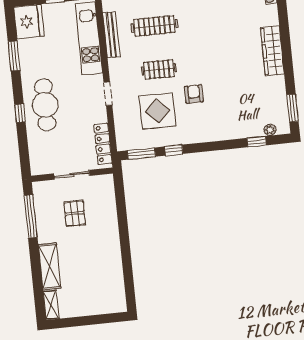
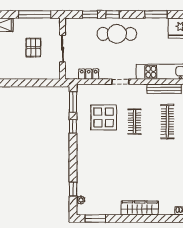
armchair: (194, 94) -> (114, 146), removed
window: (23, 143) -> (90, 14), added
locker: (103, 144) -> (89, 74), width x0.66
pallet: (75, 213) -> (33, 48), turned 90

